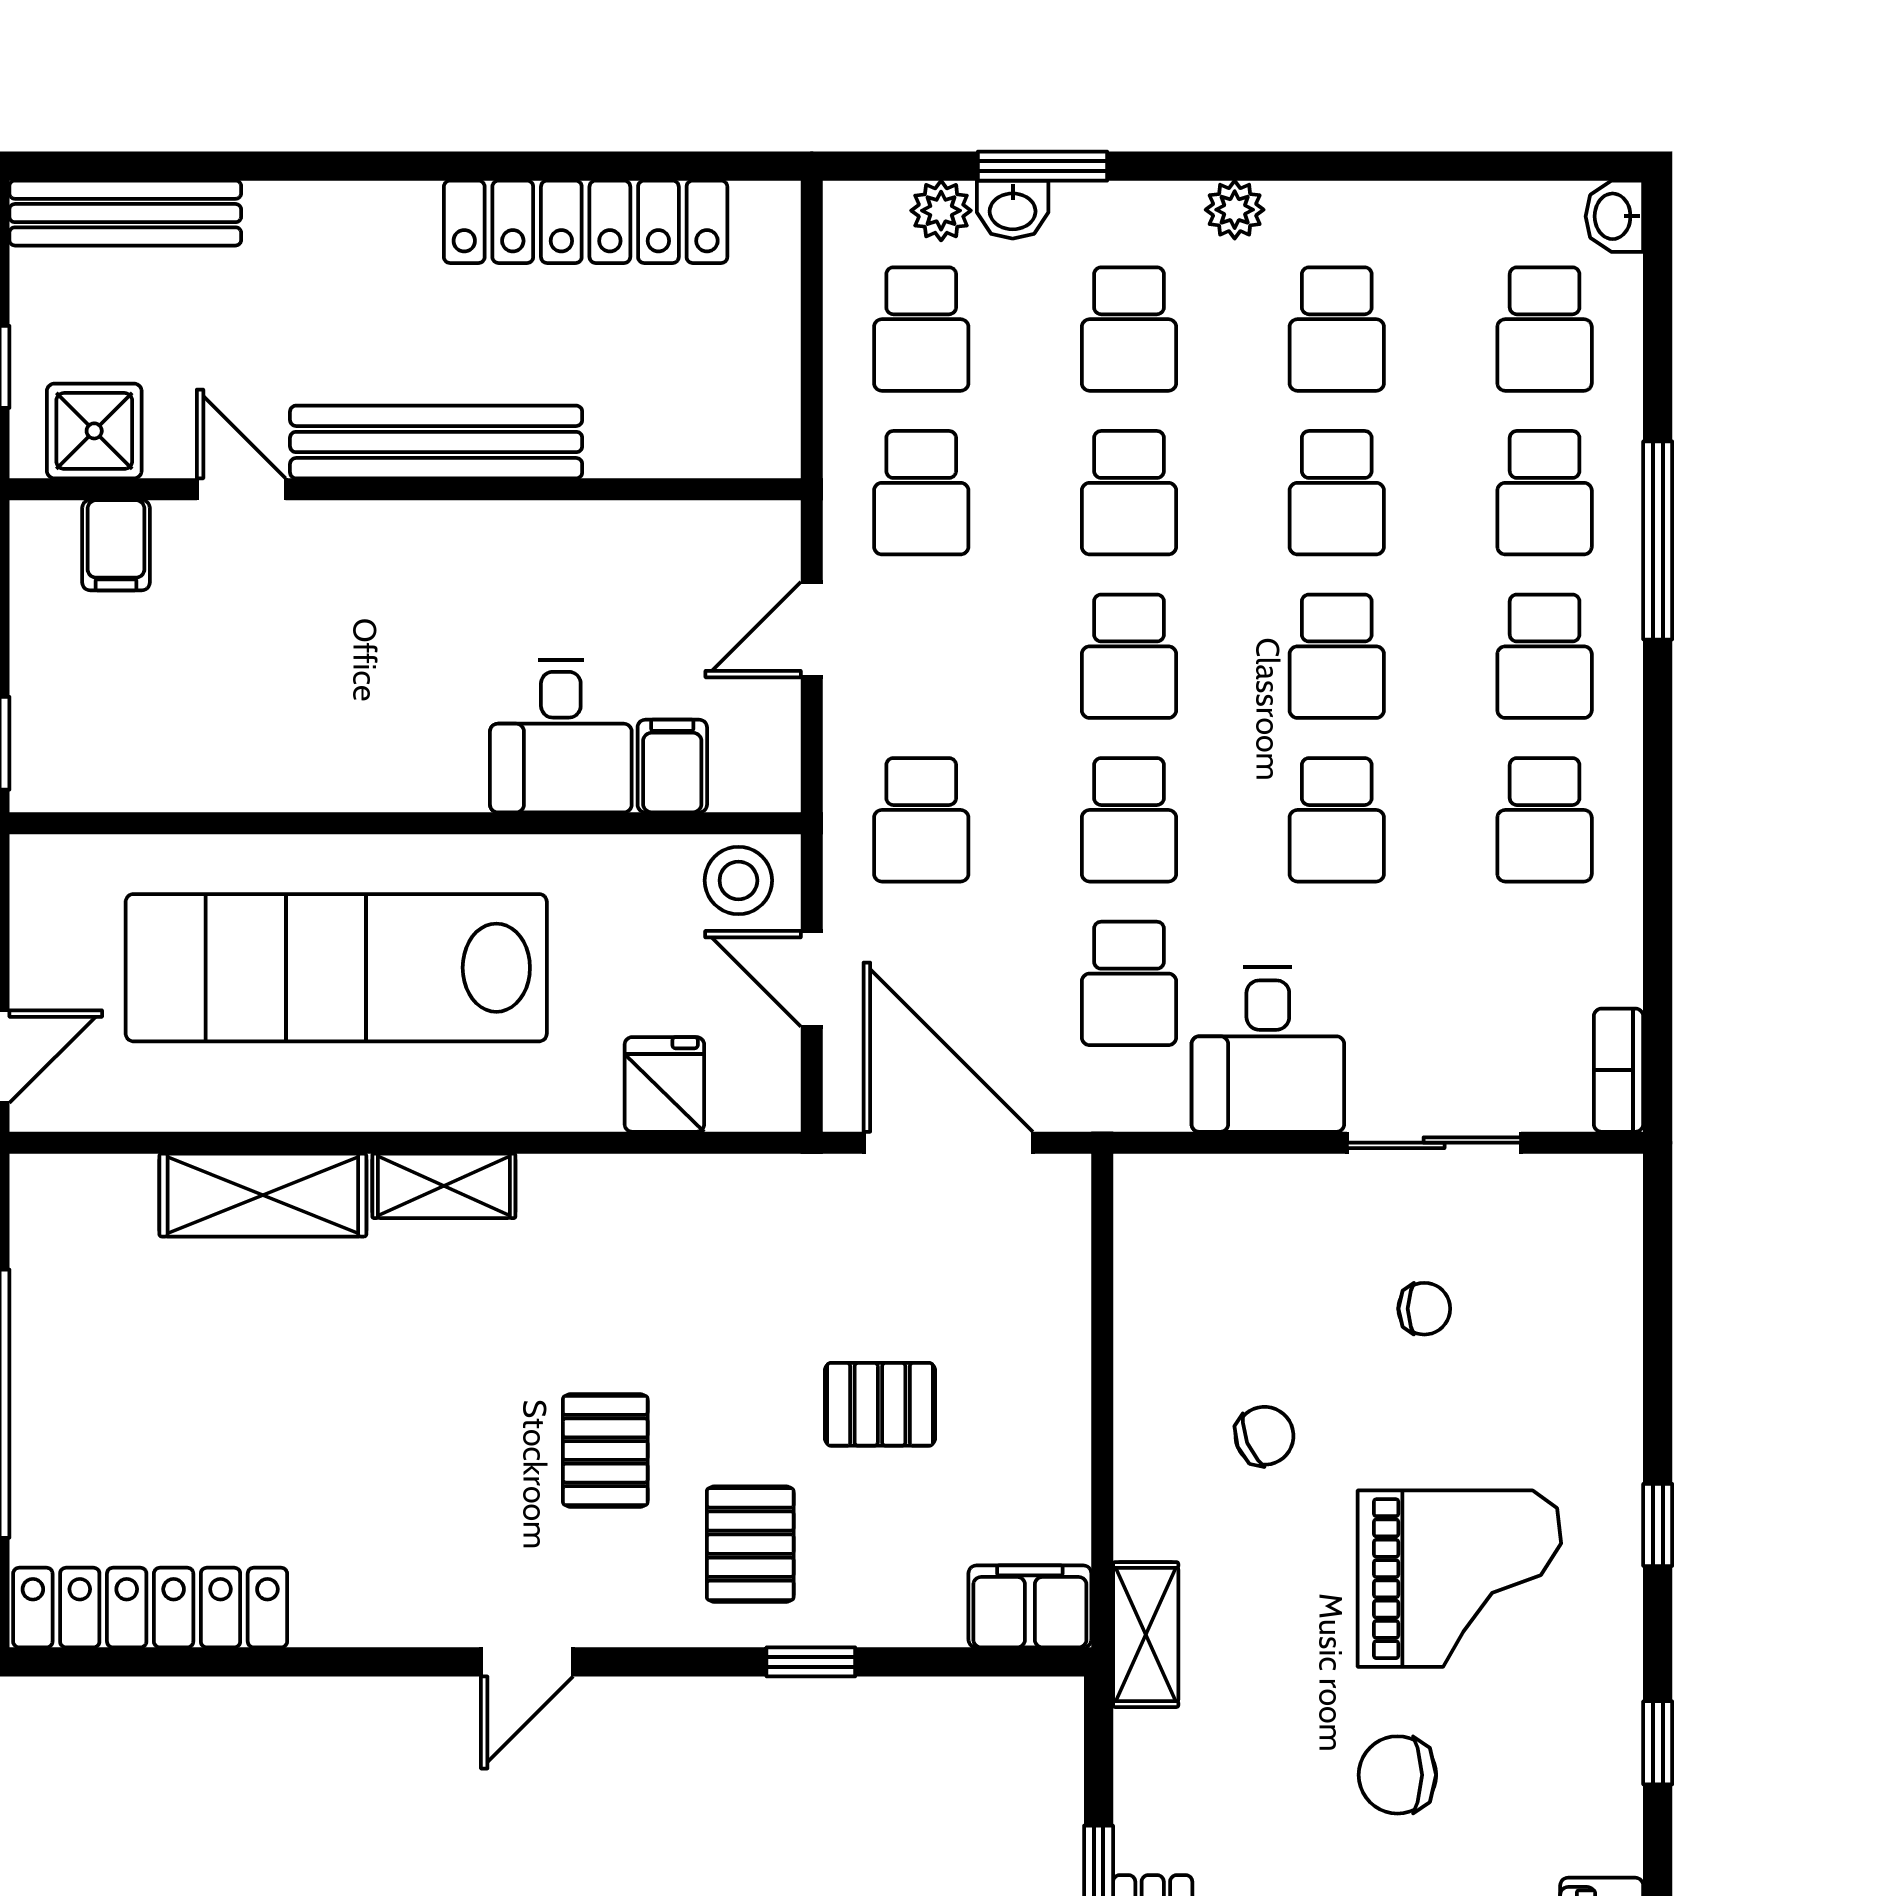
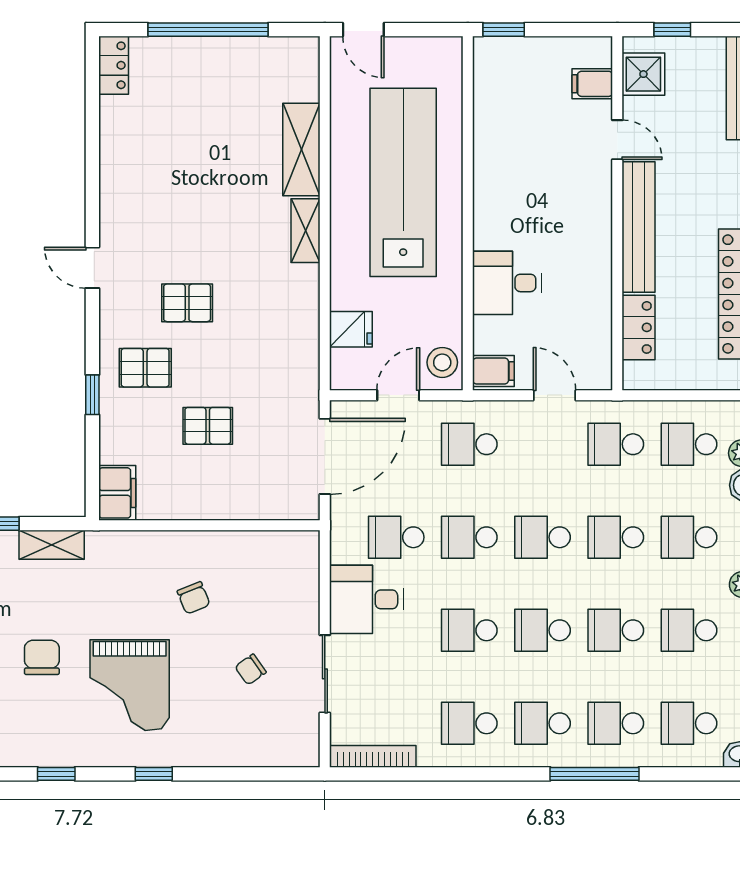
locker: (660, 442) -> (639, 327), added
door: (241, 489) -> (617, 140), hinge flipped
filing cabinet: (672, 766) -> (493, 371), moved
bookcase: (1618, 1070) -> (373, 756), width x1.56
chair: (1424, 1309) -> (251, 669), turned 55
pallet: (880, 1404) -> (208, 426), turned 90
locker: (150, 1608) -> (114, 65), width x0.46, depth x0.83
shelving: (1146, 1635) -> (52, 545), moved

